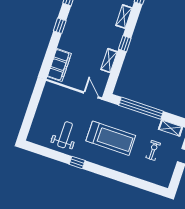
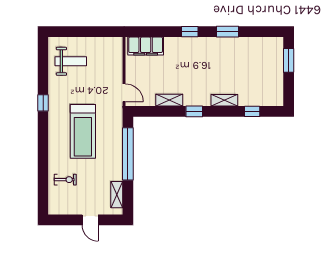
door: (91, 95) -> (124, 93), hinge flipped
weight bench: (65, 135) -> (71, 61), moved
exercise bike: (153, 150) -> (65, 180), moved

